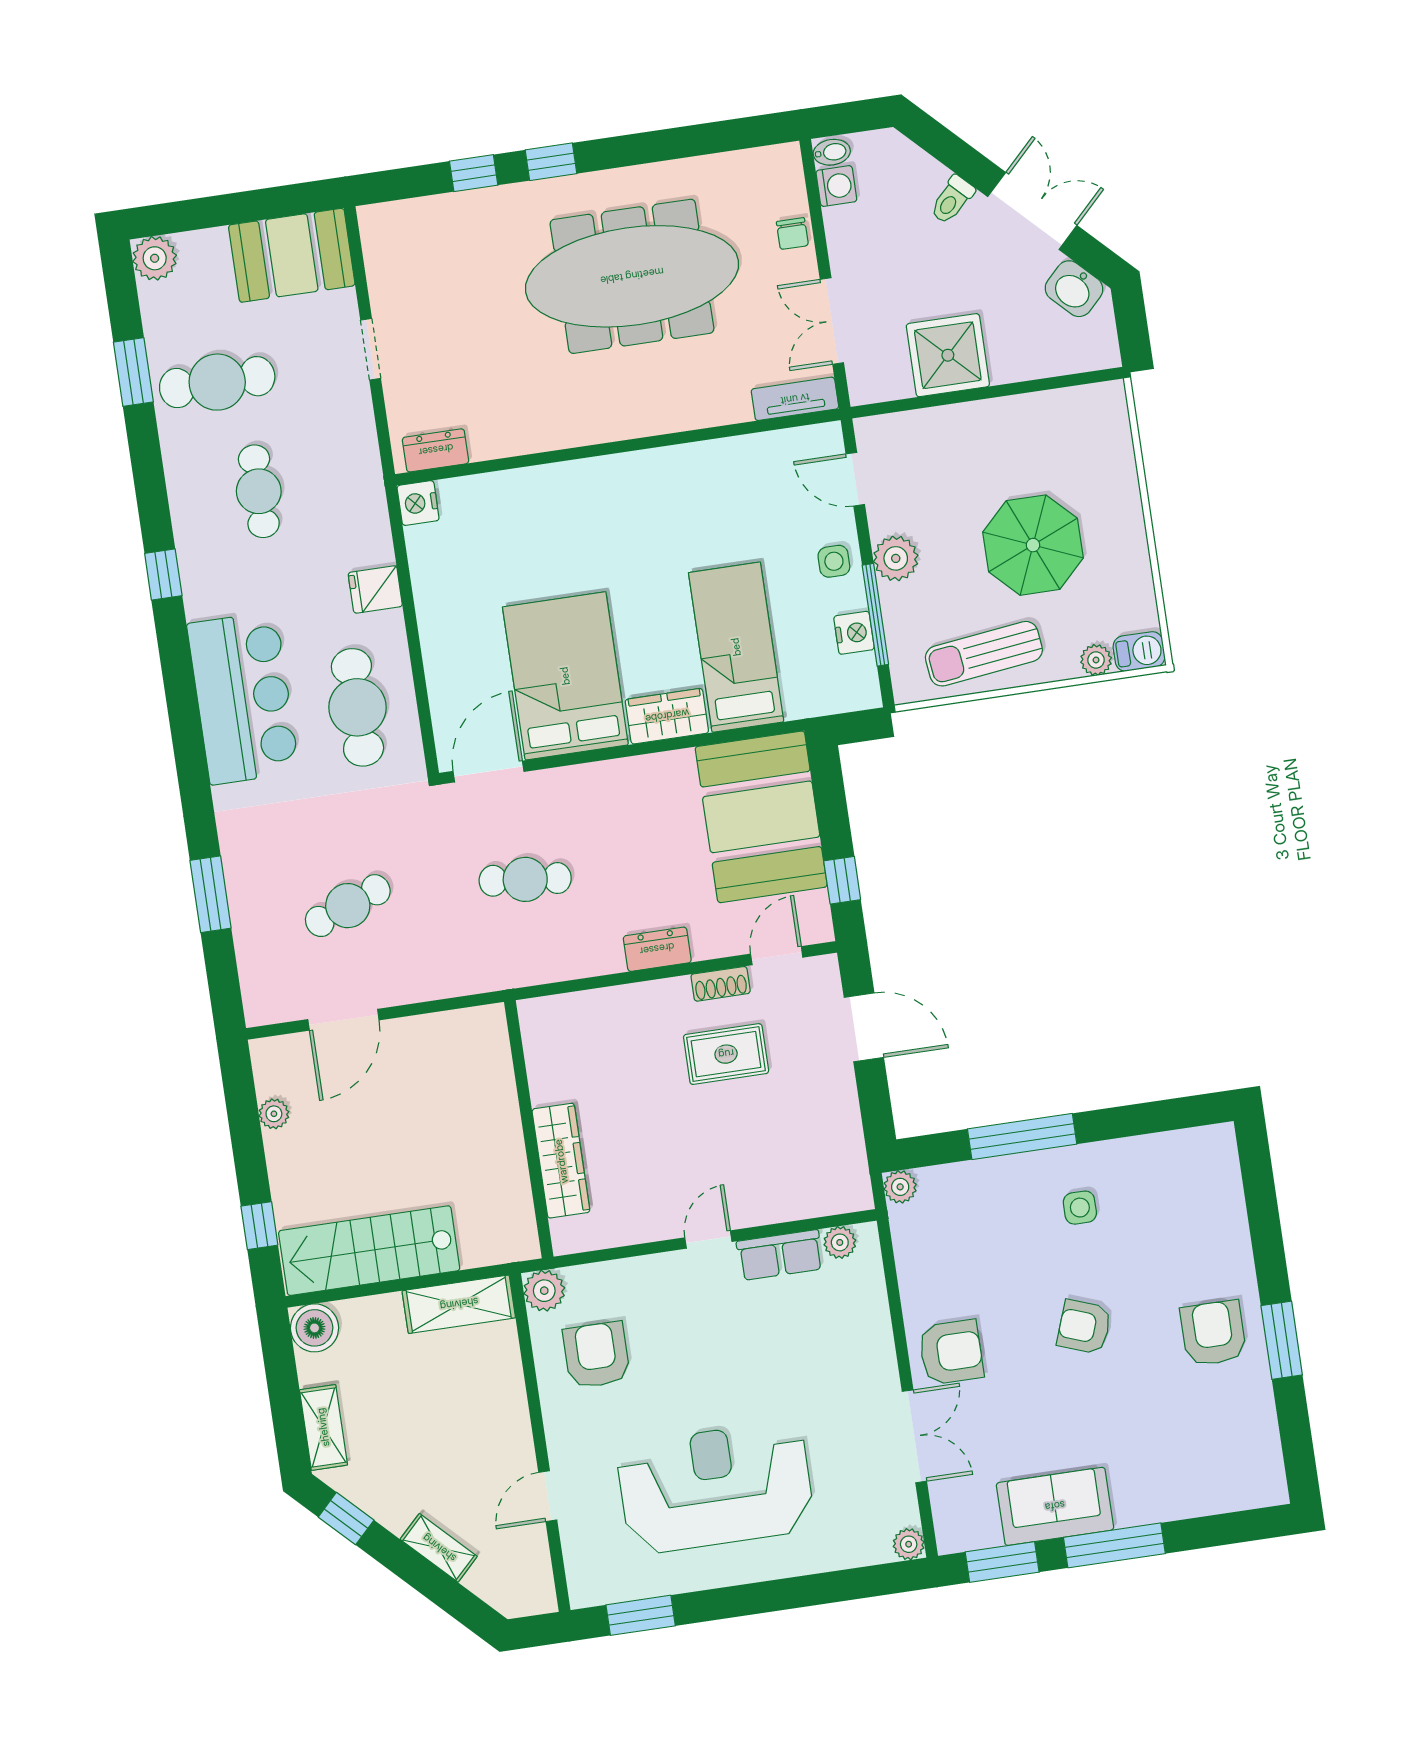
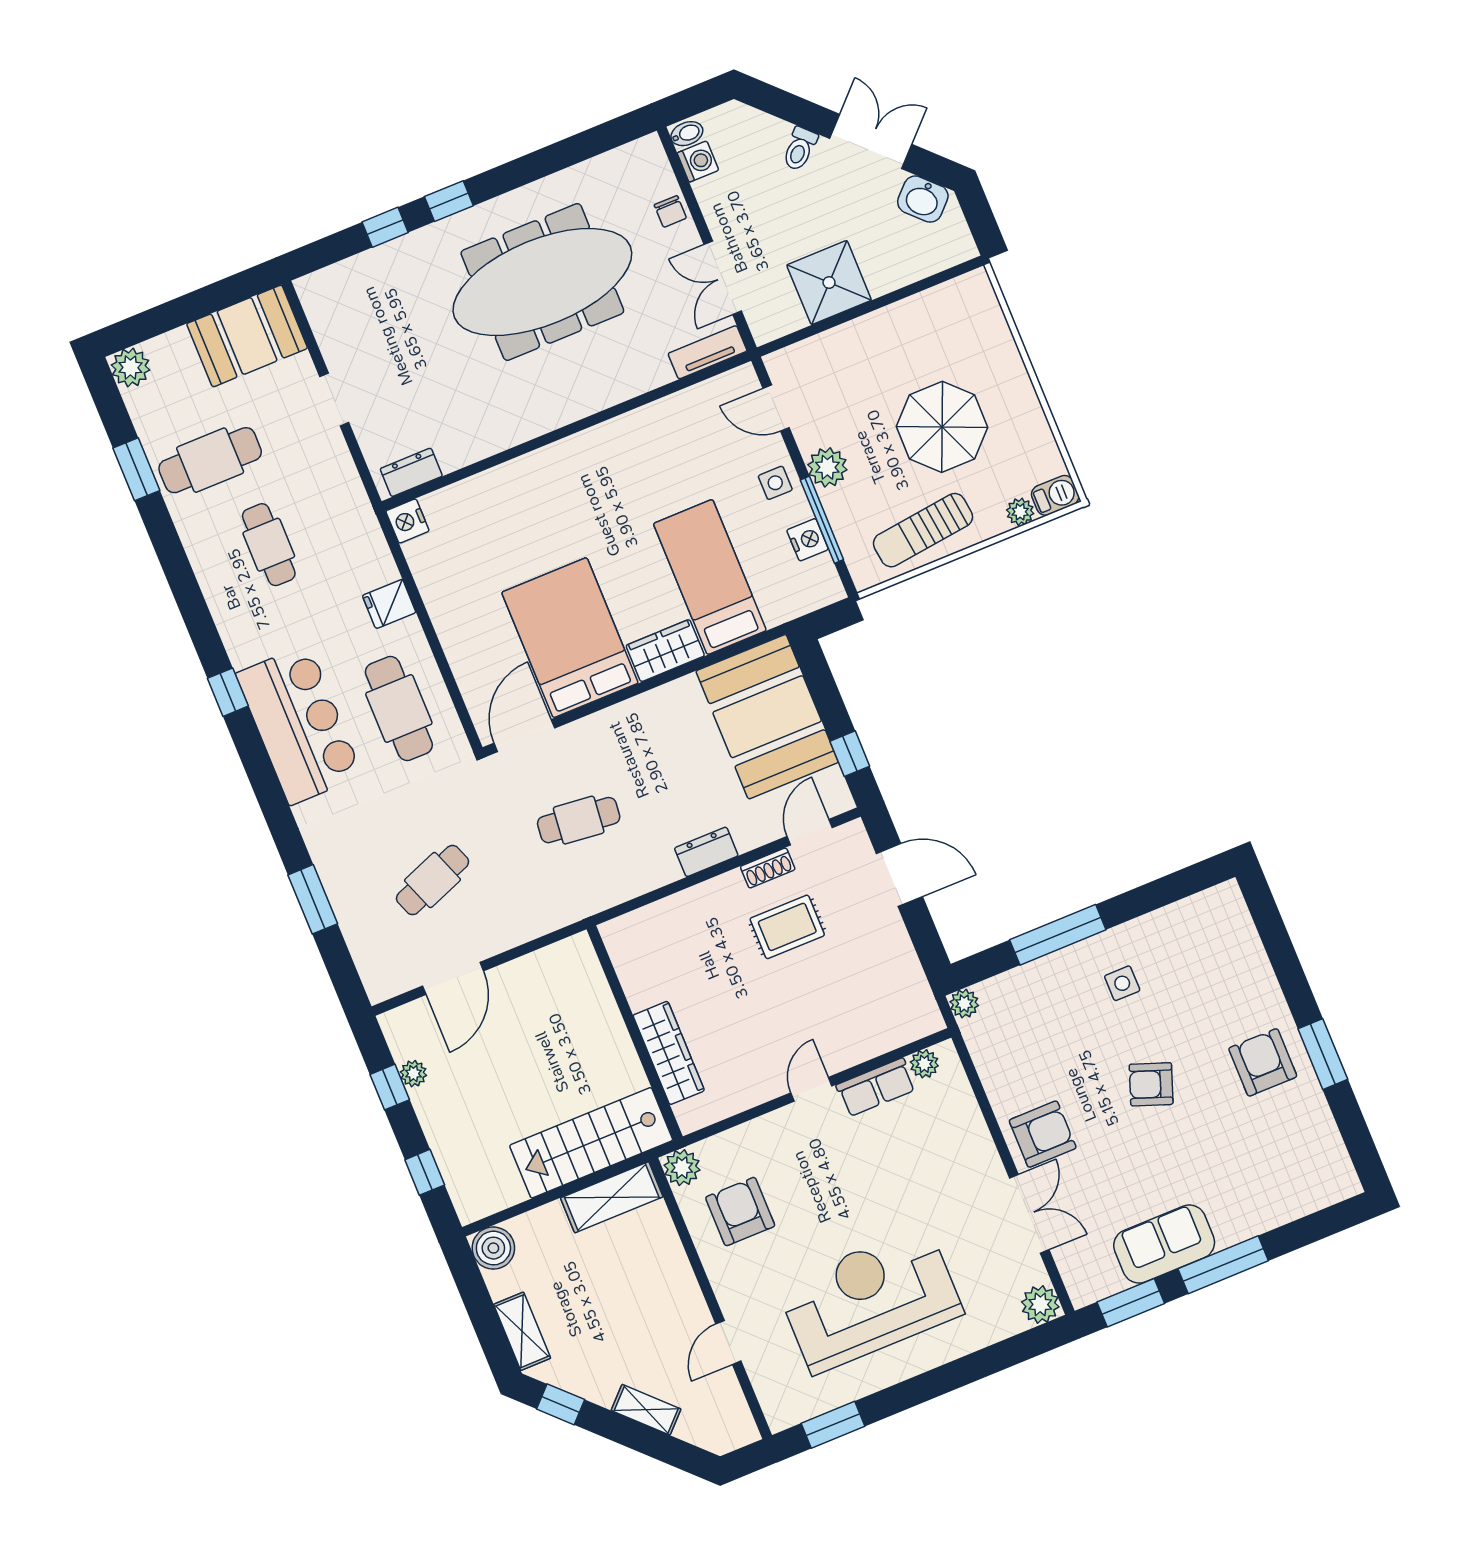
window: (163, 575) -> (228, 692), moved
window: (244, 1122) -> (390, 1087), added
stairs: (369, 1251) -> (591, 1143), moved
plant: (909, 1544) -> (1040, 1304), width x1.38, depth x1.38

